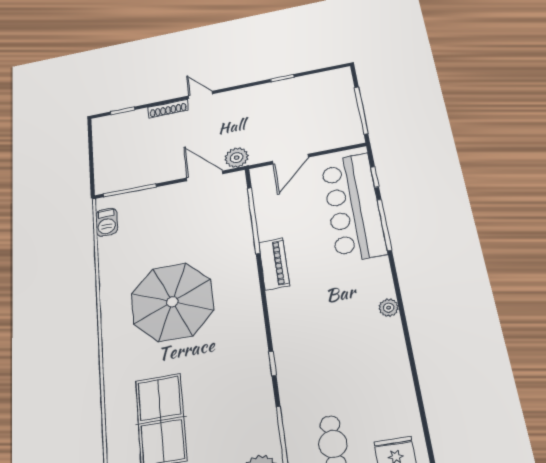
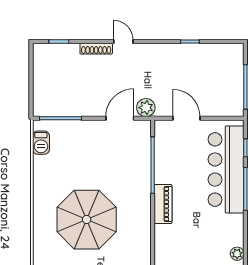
door: (291, 159) -> (186, 118), swing flipped
door: (205, 176) -> (120, 118), hinge flipped

